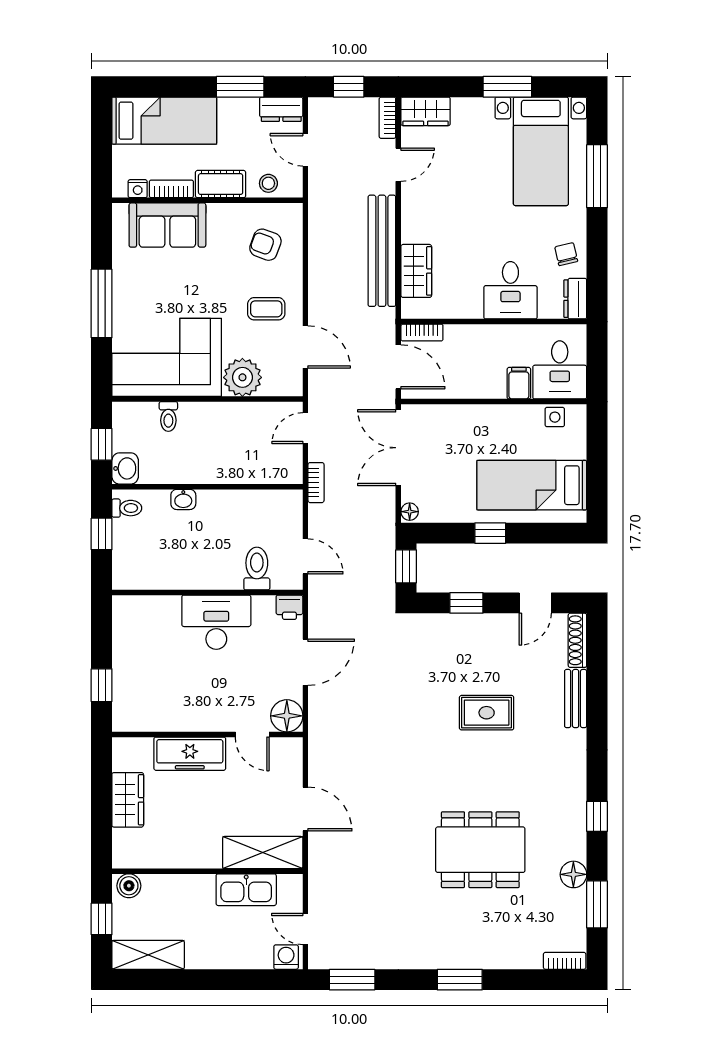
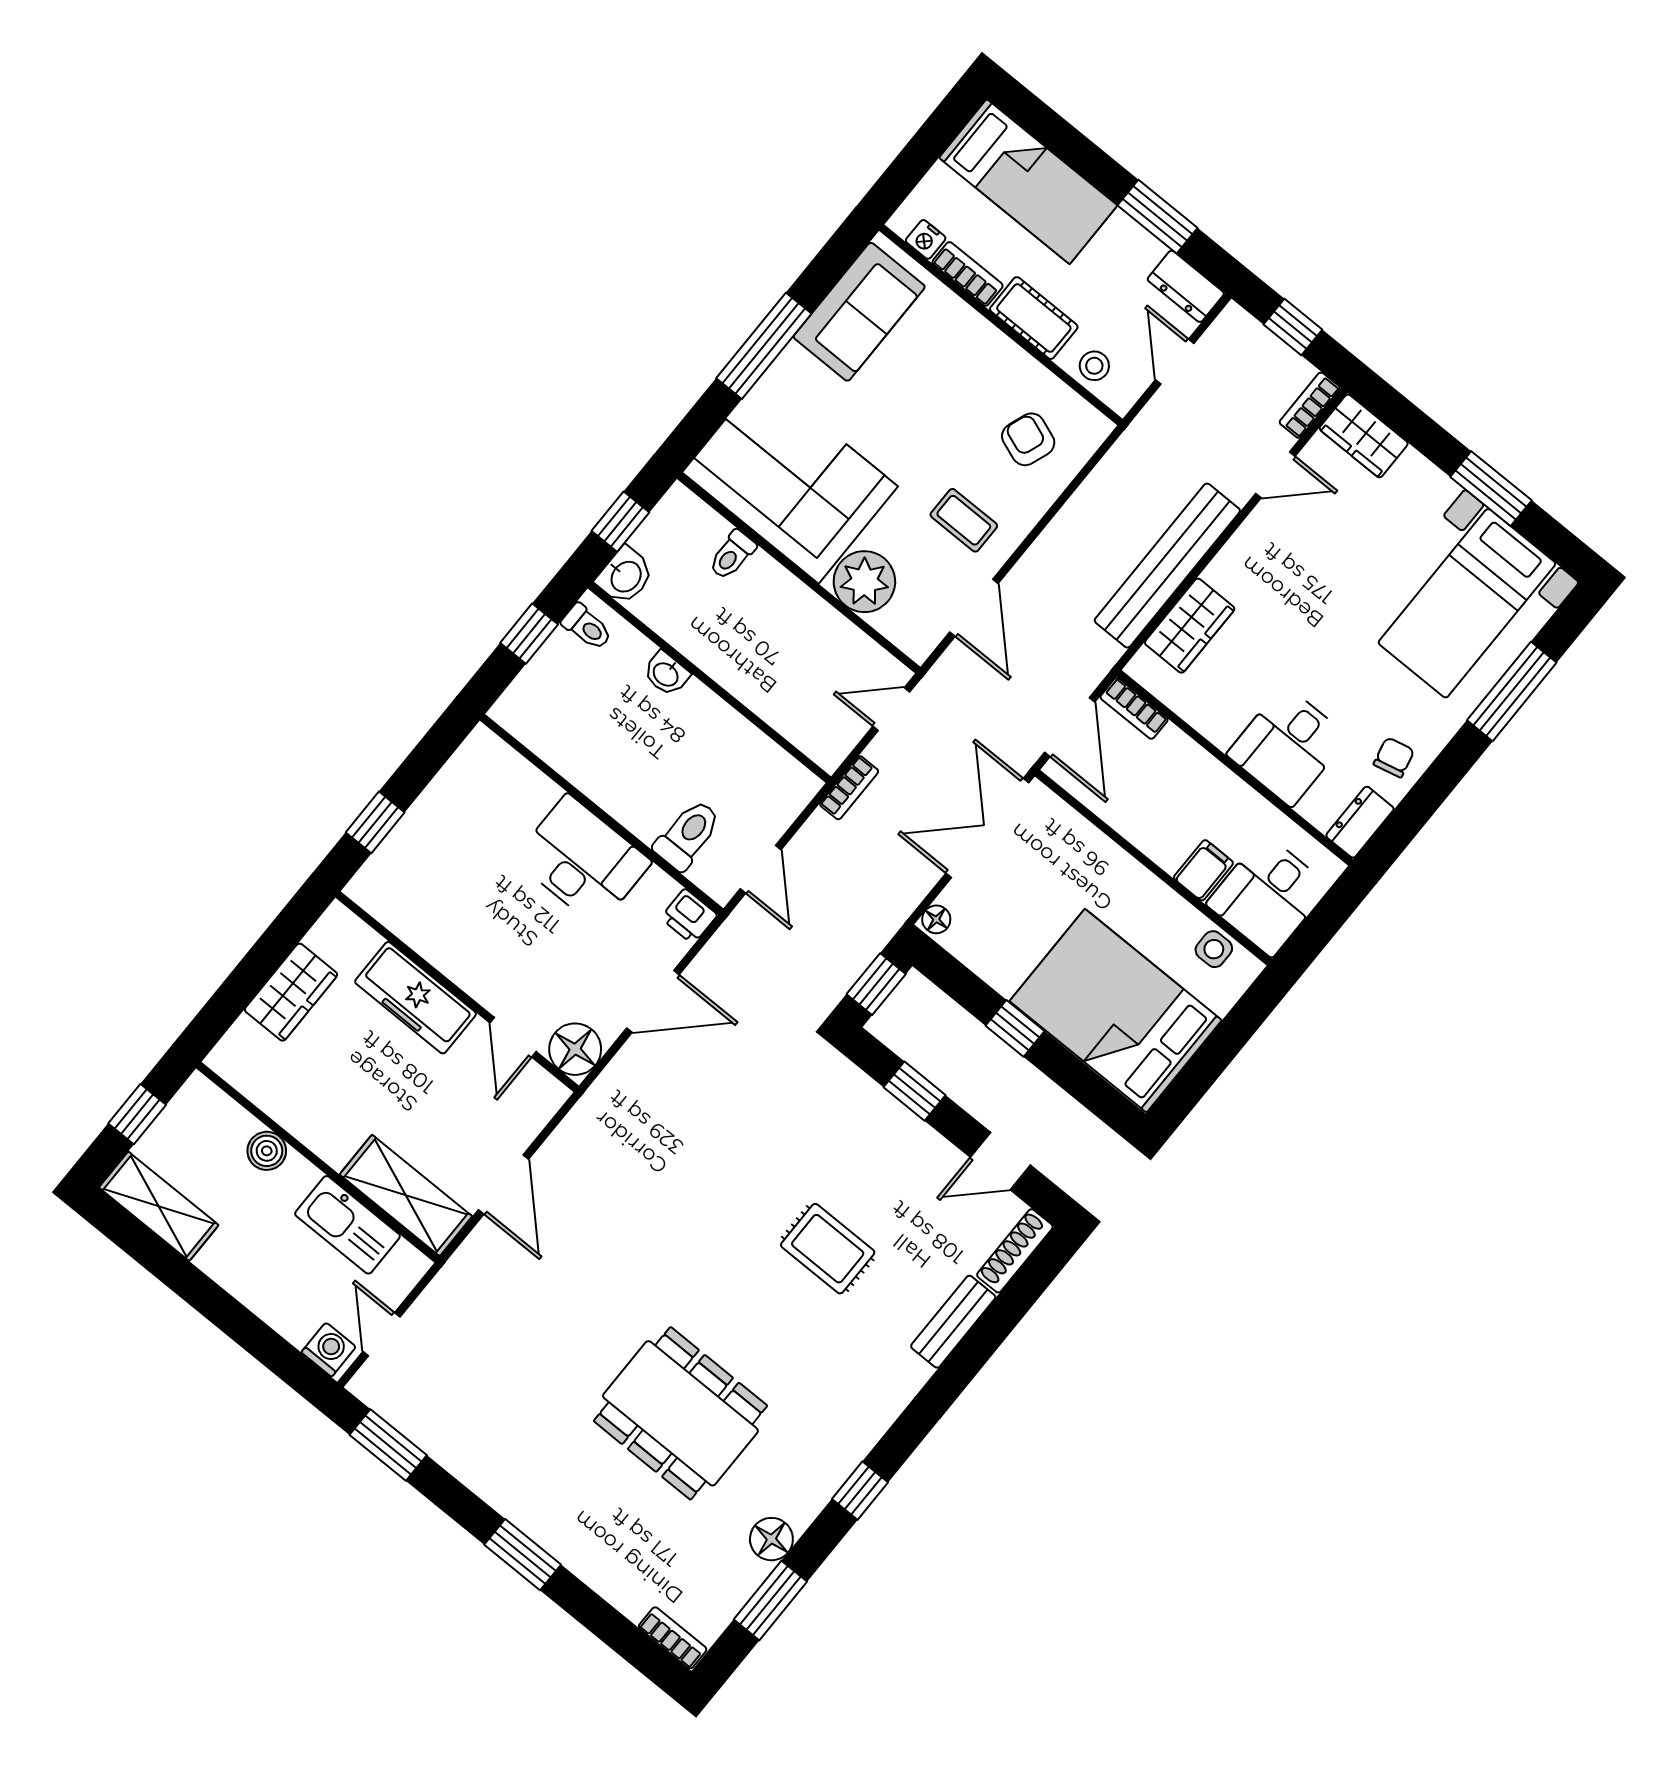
sofa: (167, 225) -> (859, 312), moved, turned -90
bed: (532, 485) -> (1116, 1011), width x1.50
boiler: (129, 886) -> (267, 1151), moved

